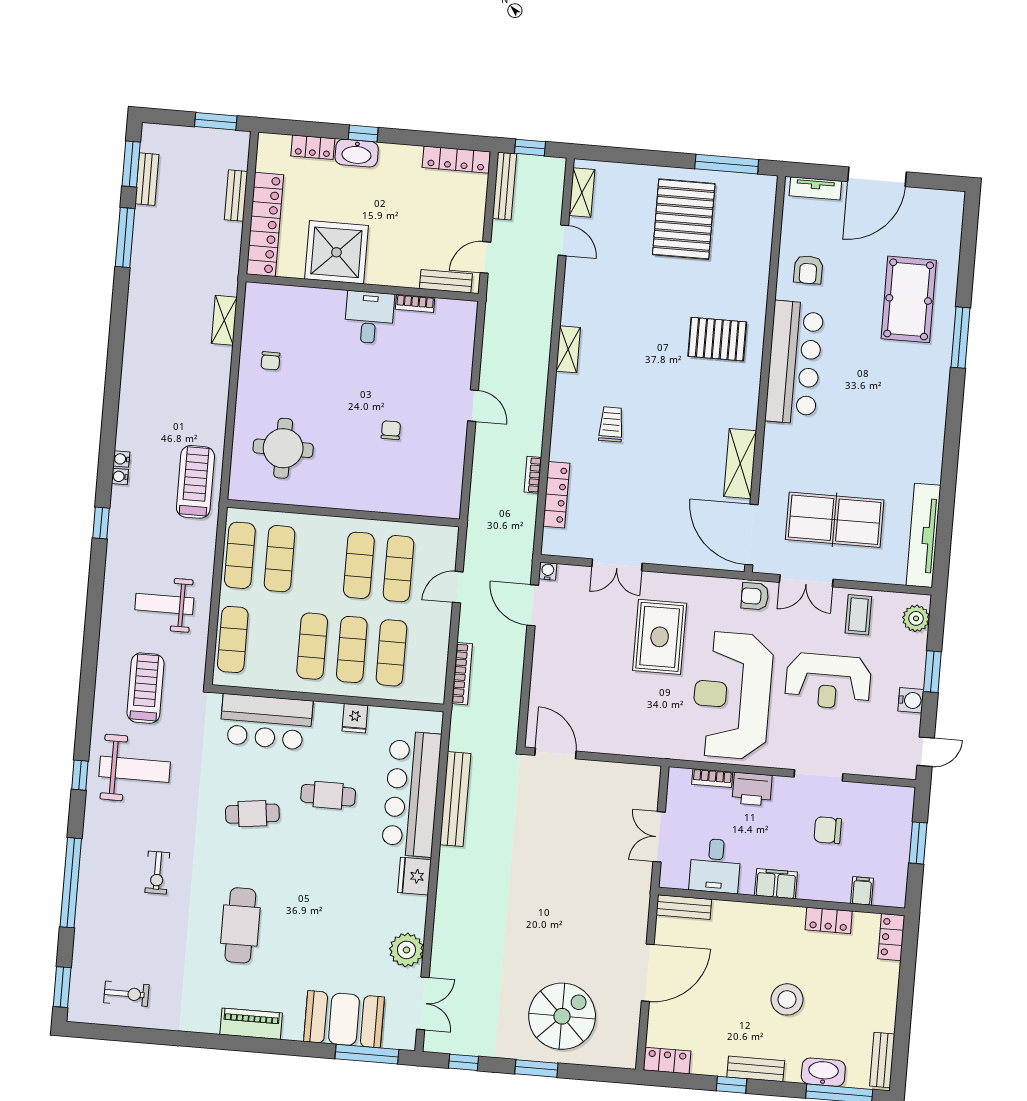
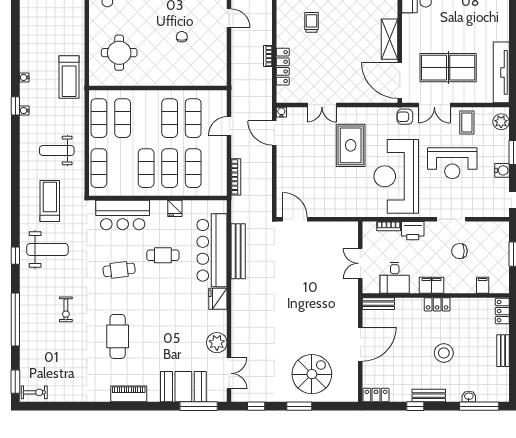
water cooler: (121, 459) -> (24, 111), moved
treadmill: (195, 482) -> (69, 77), turned 180
locker: (829, 920) -> (437, 304), moved
exercise bike: (126, 994) -> (34, 392), moved
bench: (882, 1060) -> (503, 351), moved
washbasin: (823, 1072) -> (469, 397), width x0.52, depth x0.69

